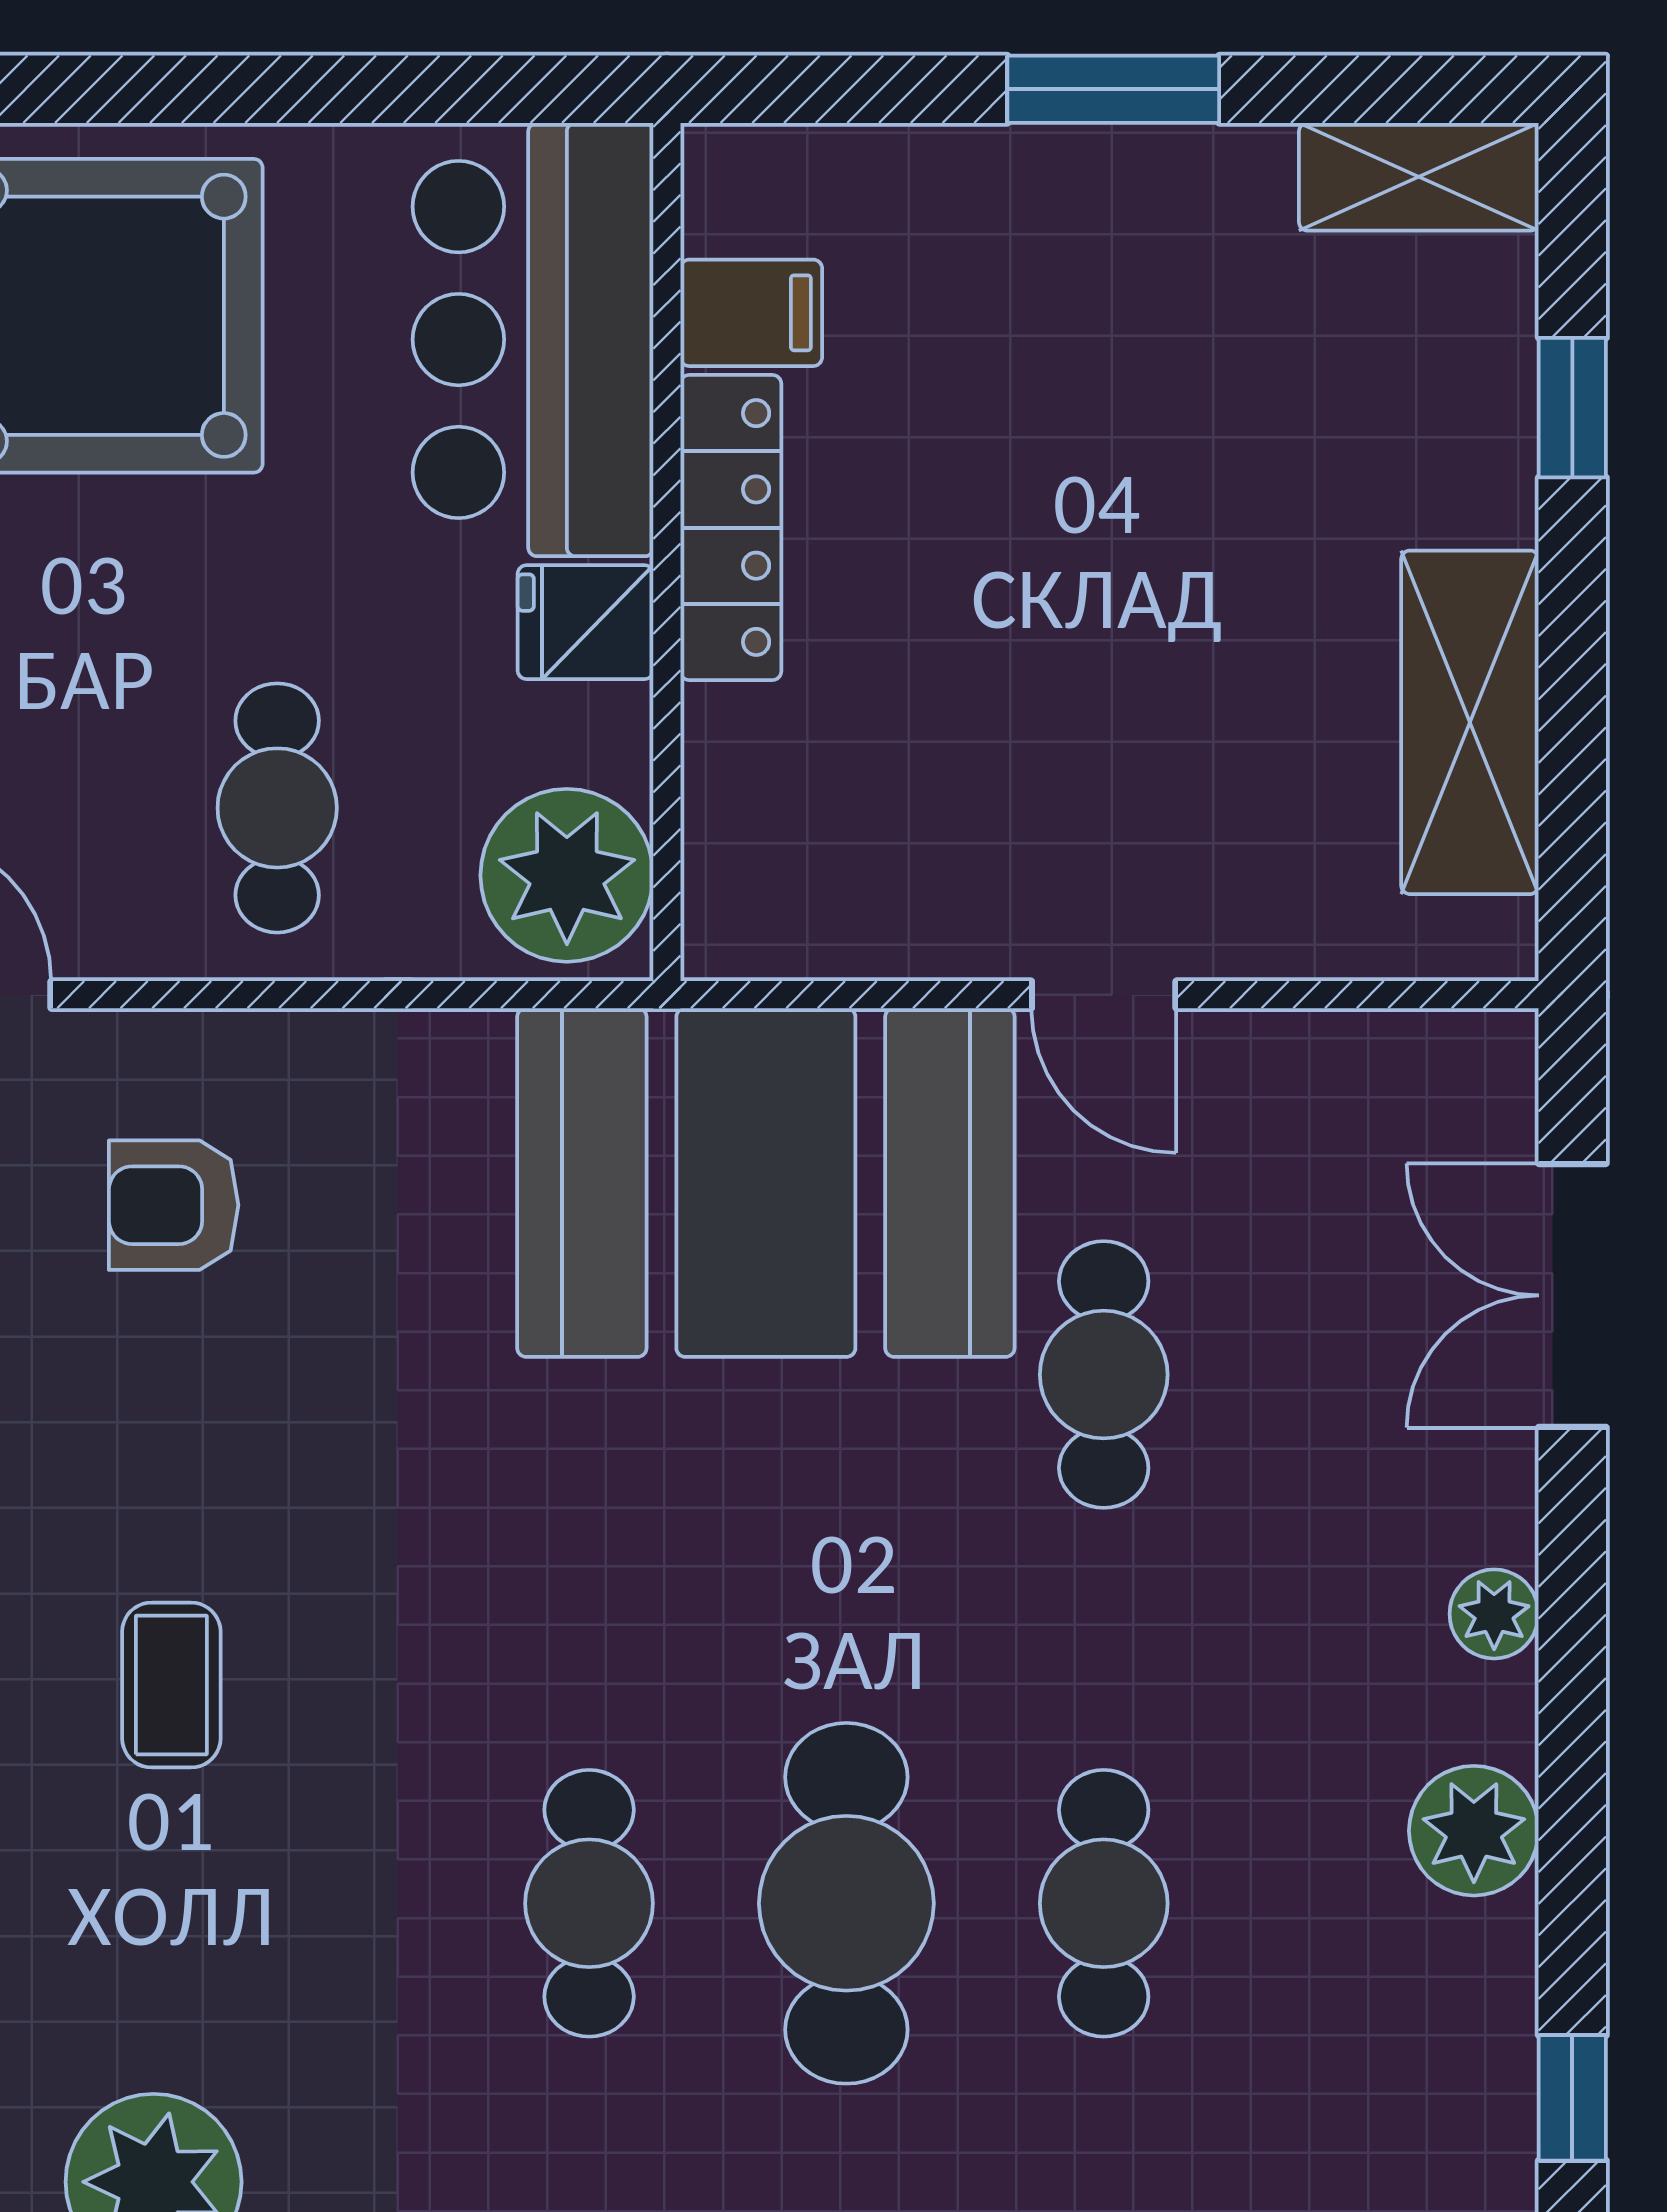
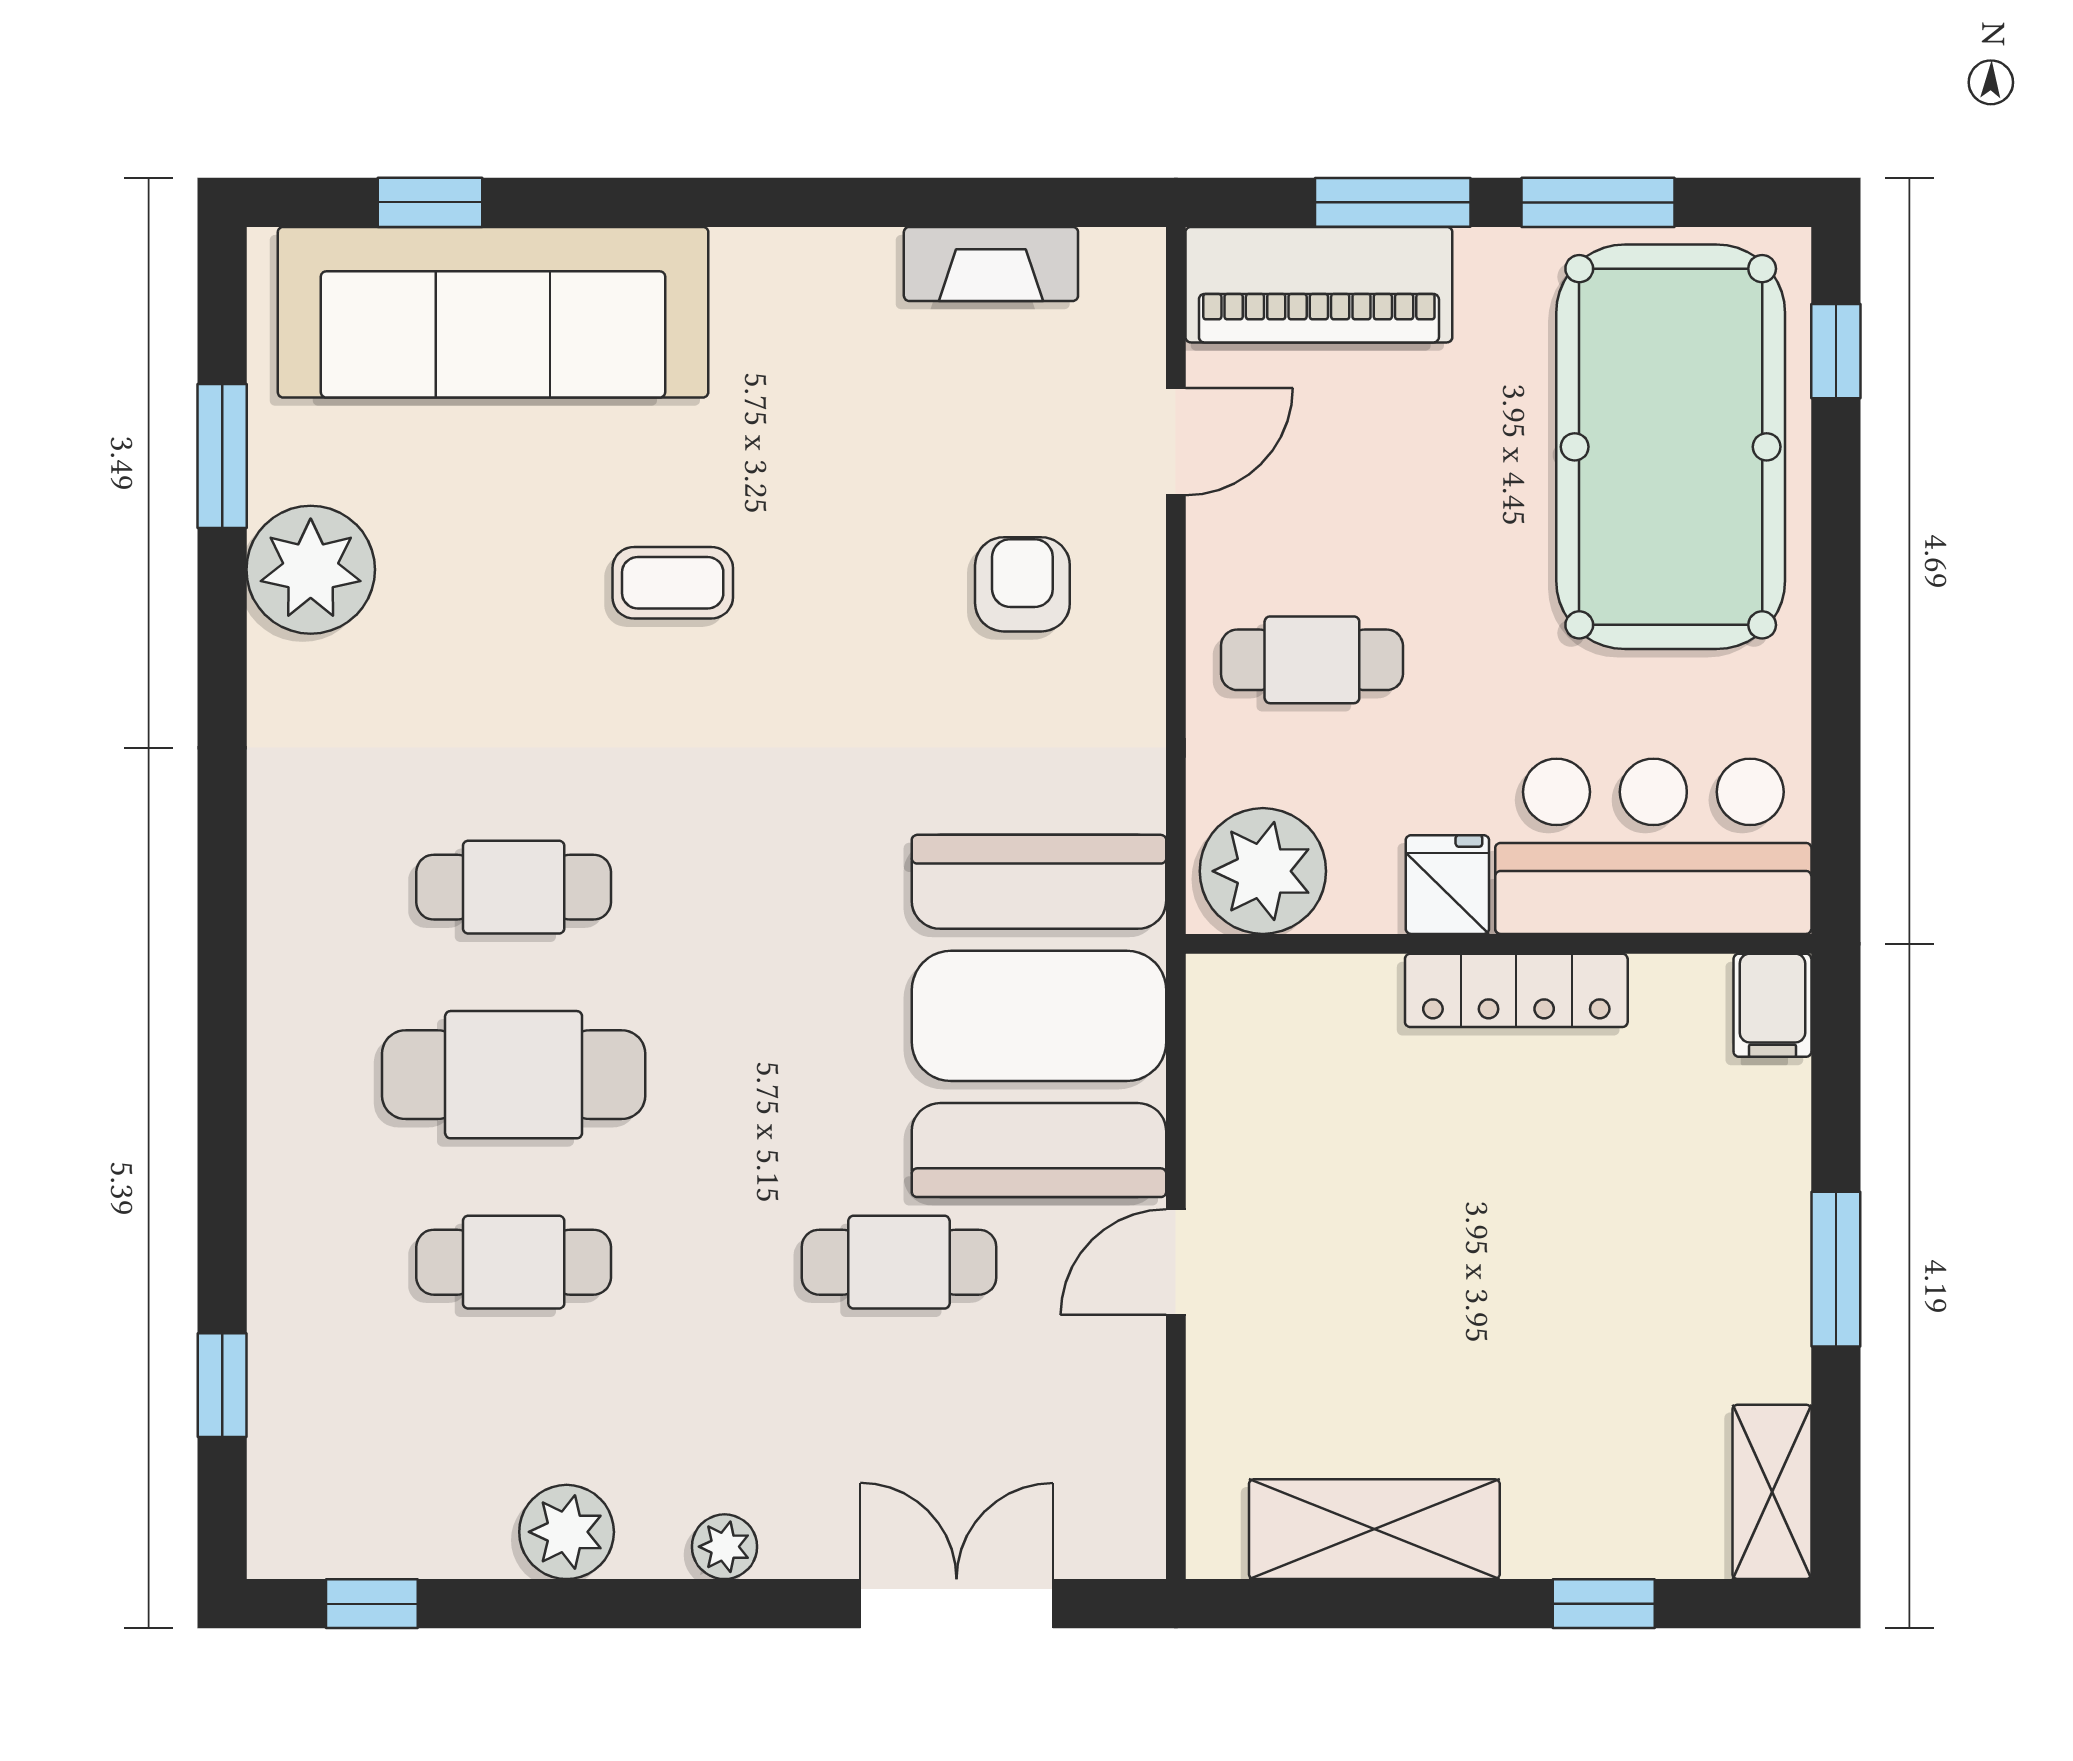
filing cabinet: (751, 313) -> (1772, 1005), moved

